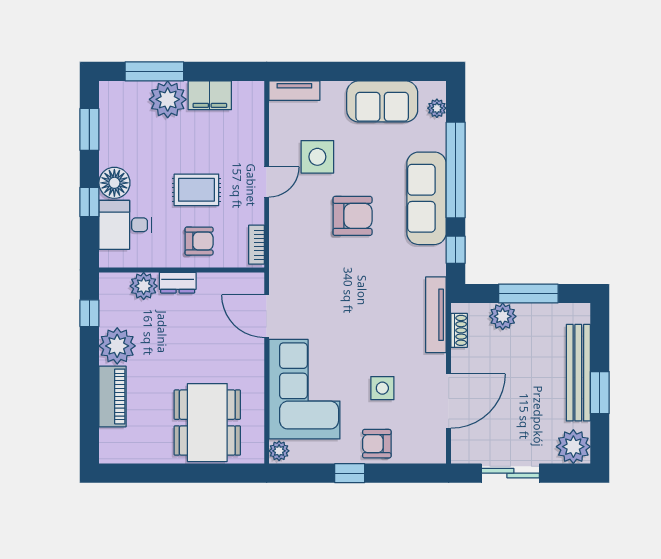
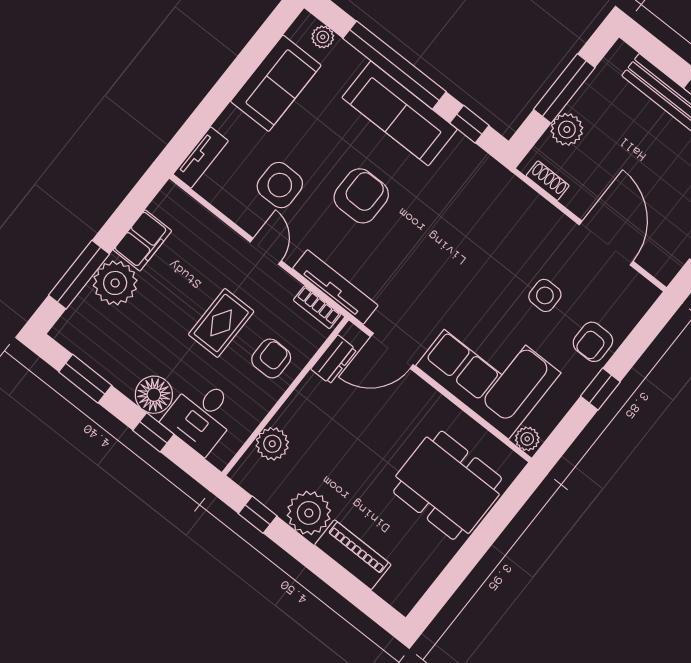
dresser: (178, 283) -> (334, 359), moved
tv unit: (436, 315) -> (335, 287), moved, turned 180

